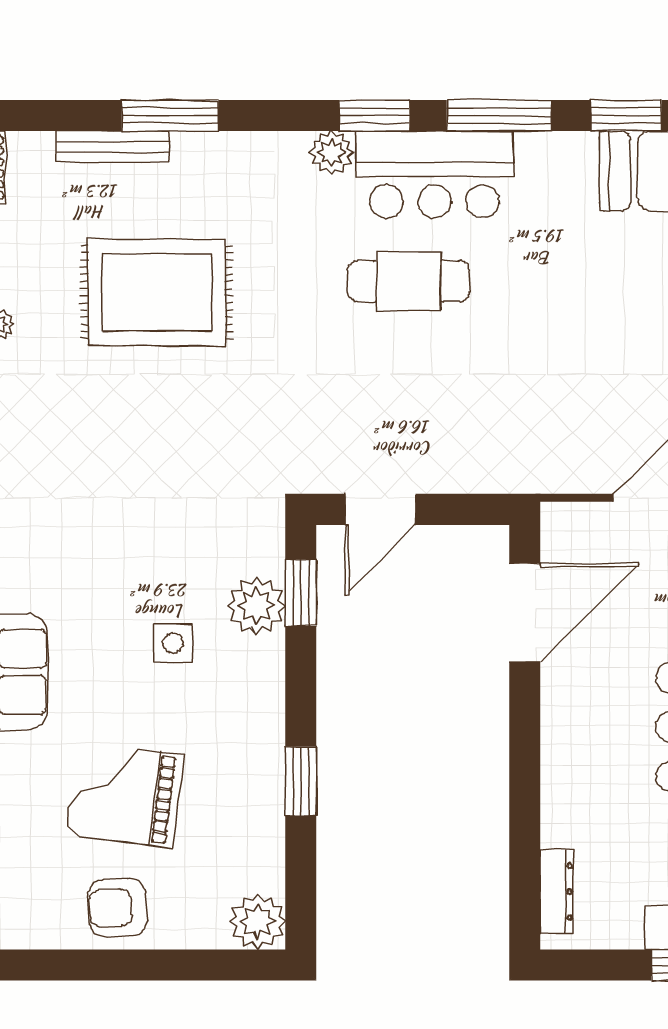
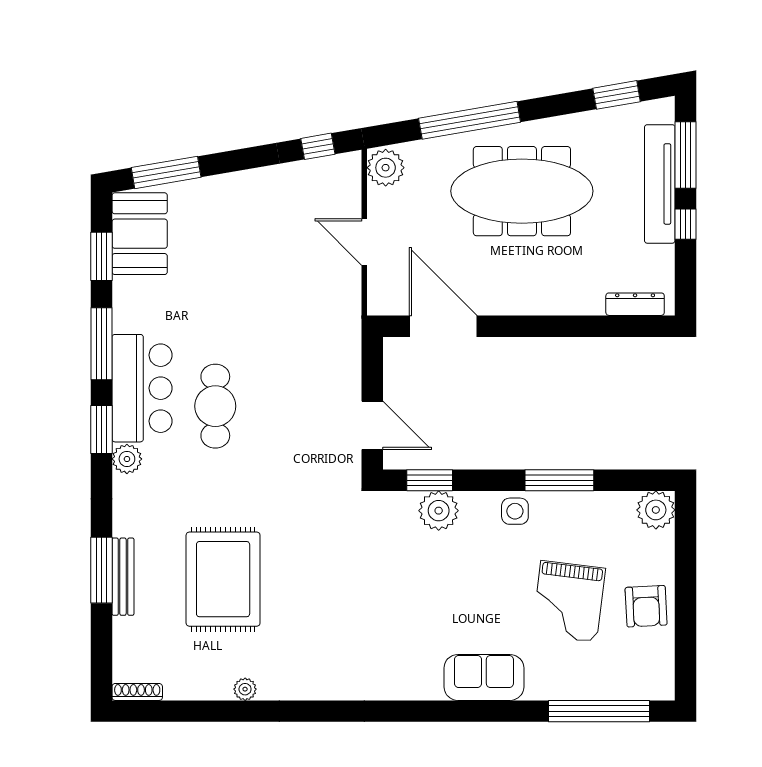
bench: (113, 147) -> (123, 577), moved
side table: (173, 643) -> (515, 511), moved
window: (301, 781) -> (559, 480), width x1.44

